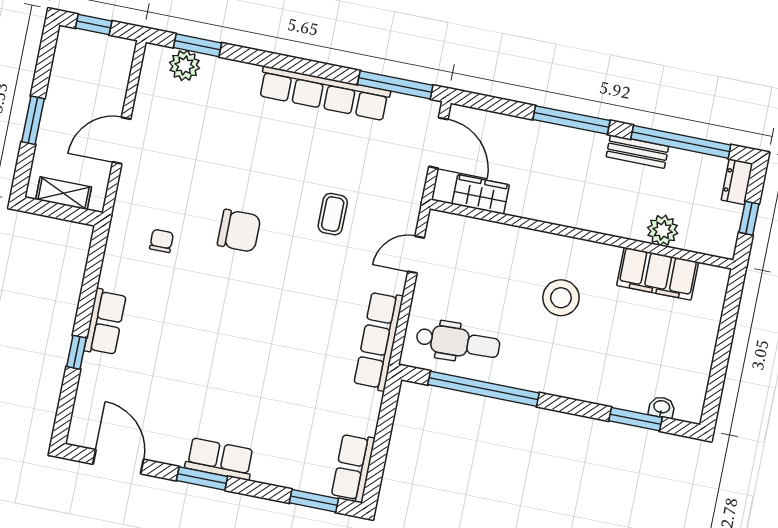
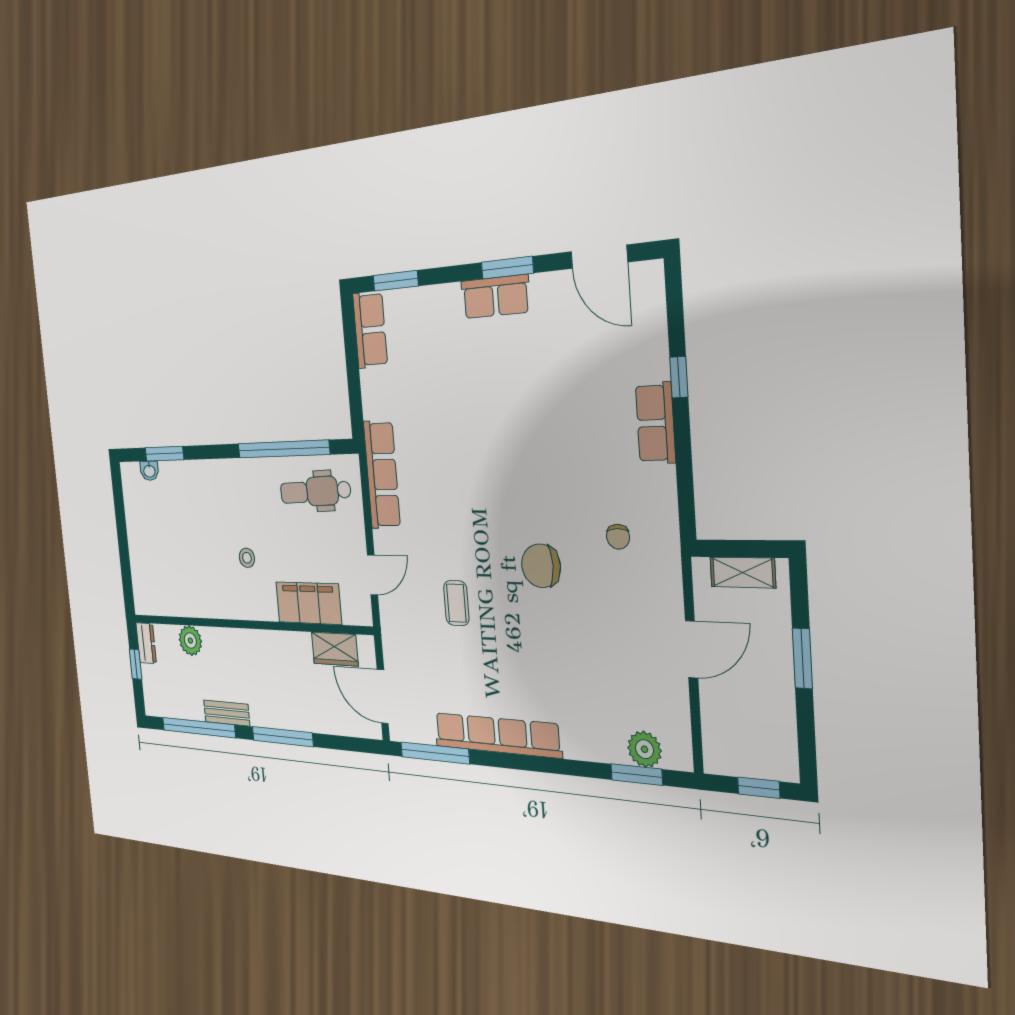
dresser: (737, 182) -> (146, 643), moved
filing cabinet: (658, 274) -> (309, 603), moved
stool: (561, 298) -> (247, 558), width x0.53, depth x0.53

